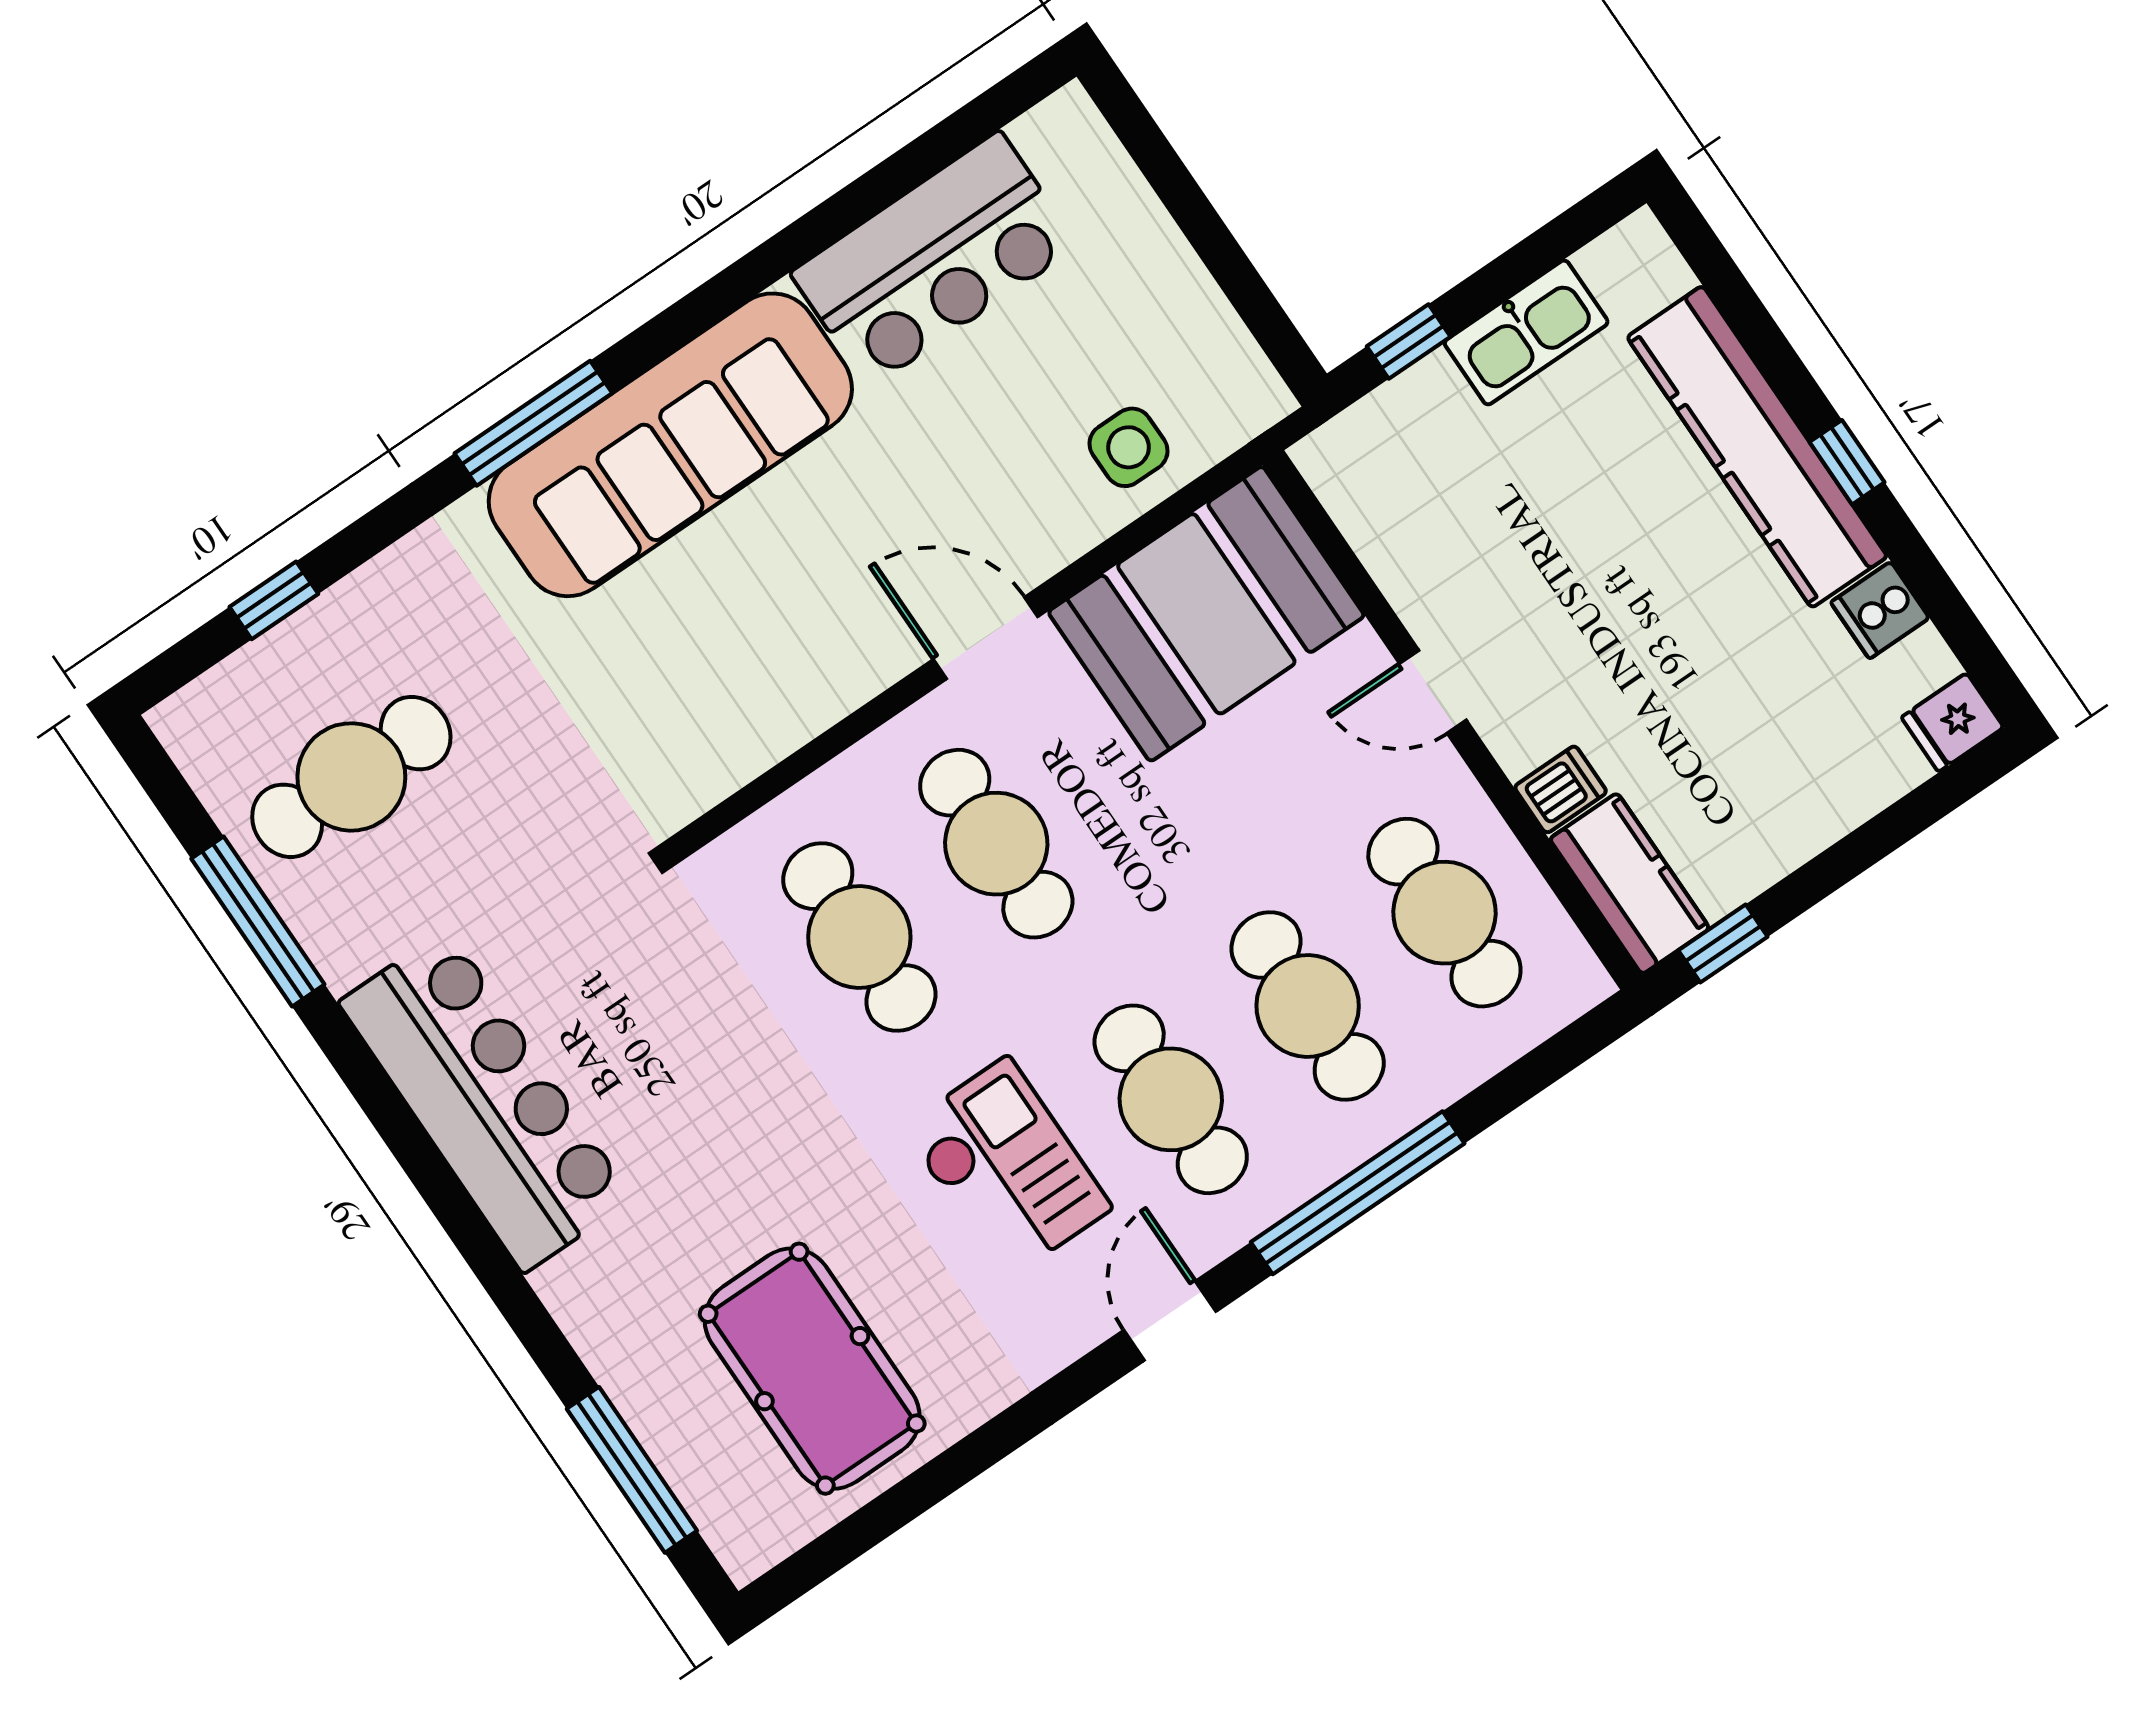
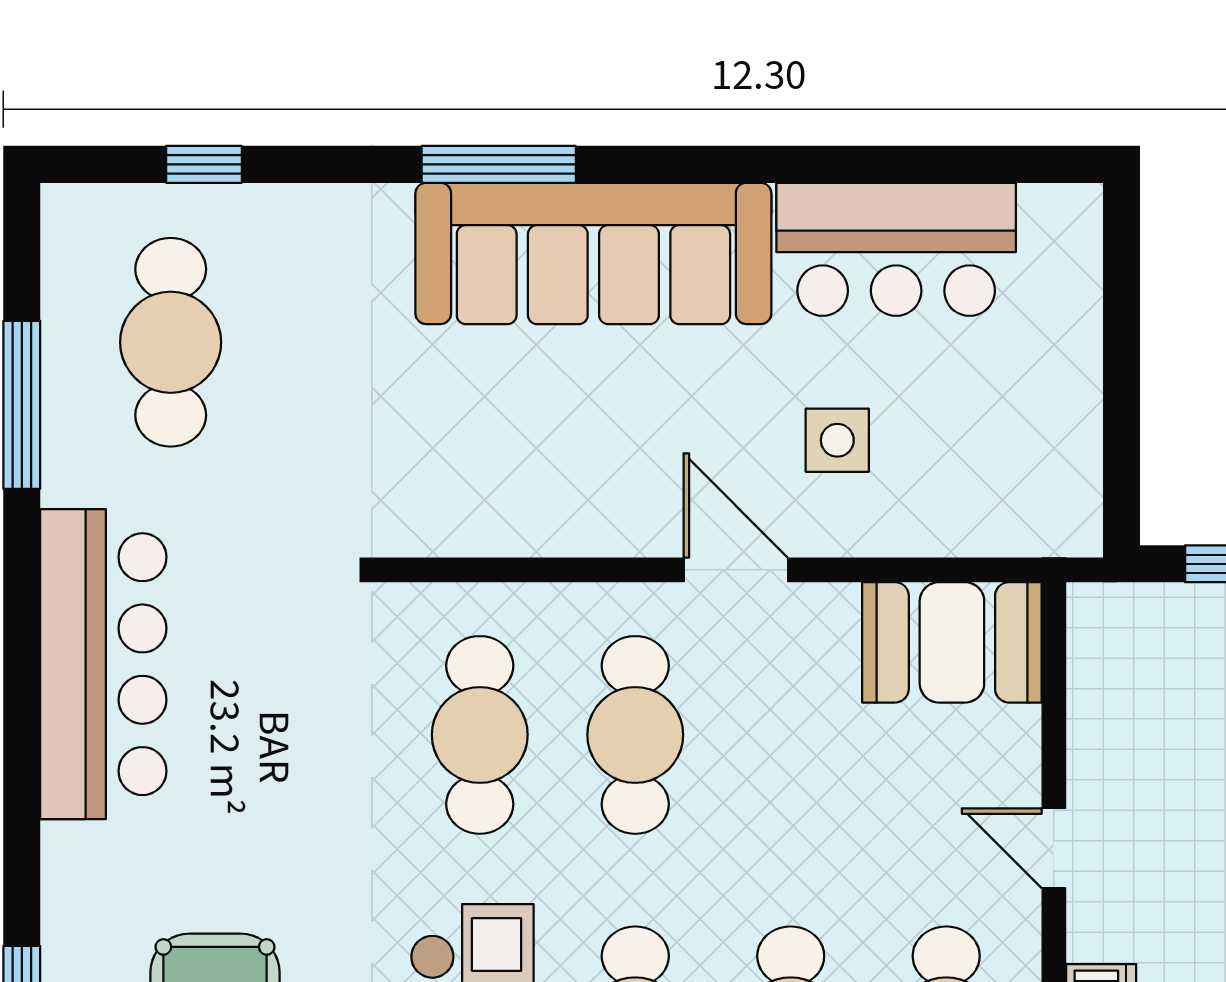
side table: (1129, 447) -> (837, 440), moved
booth: (1206, 614) -> (952, 642), width x0.73, depth x0.70
cafe table: (351, 777) -> (171, 342), turned 90

